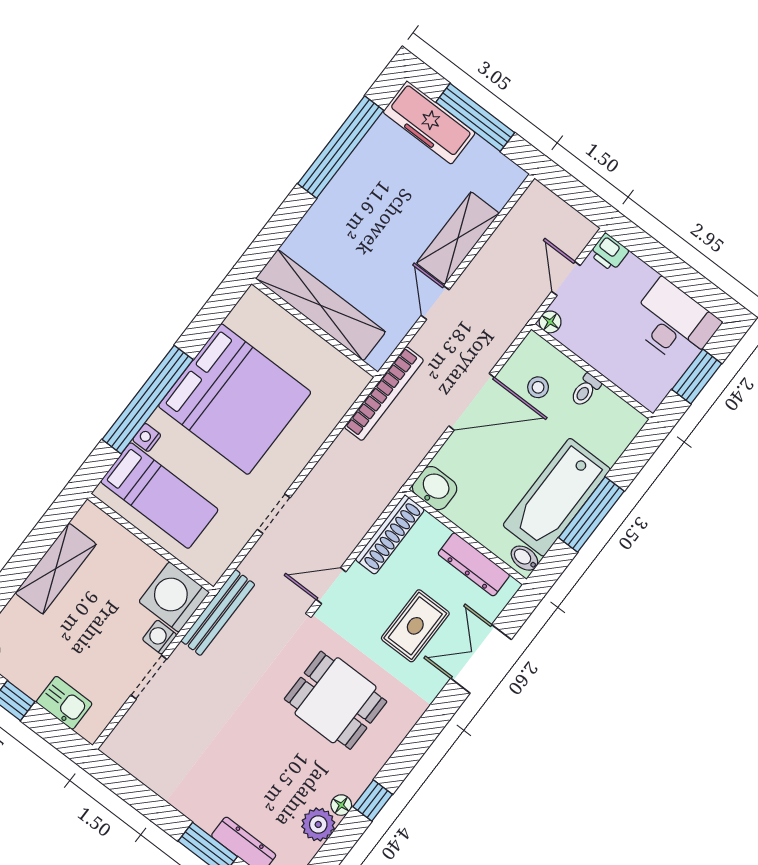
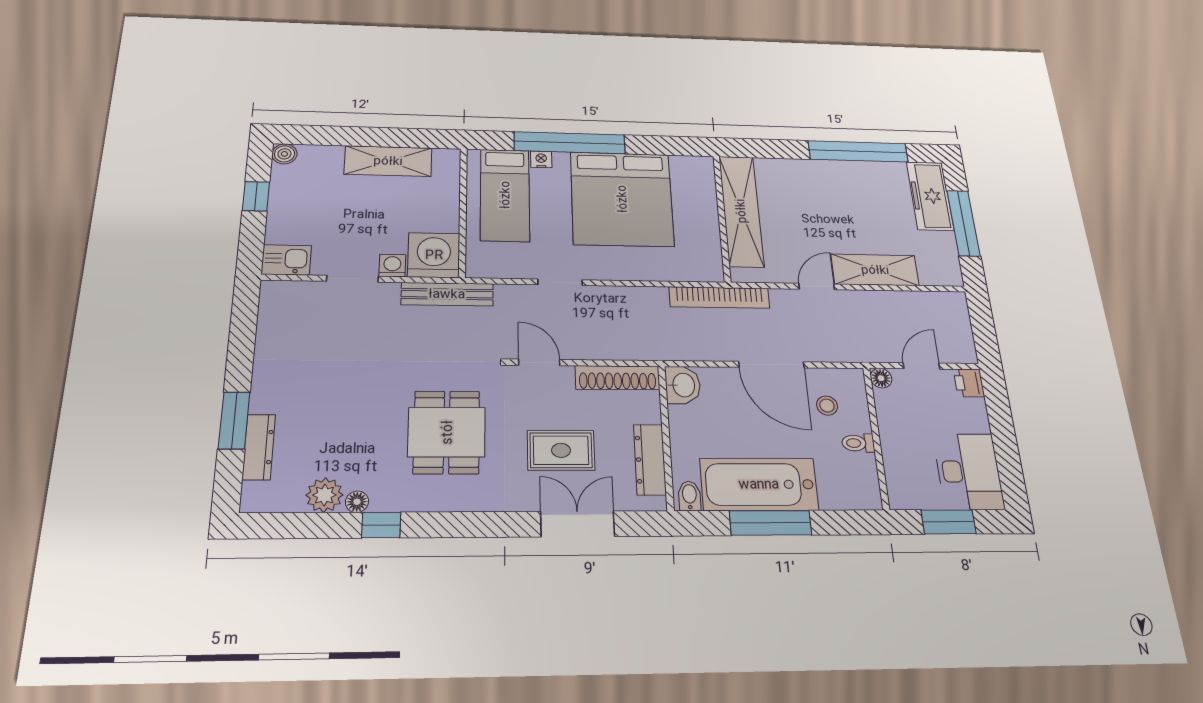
kitchen sink: (64, 703) -> (286, 260), moved, turned -90

